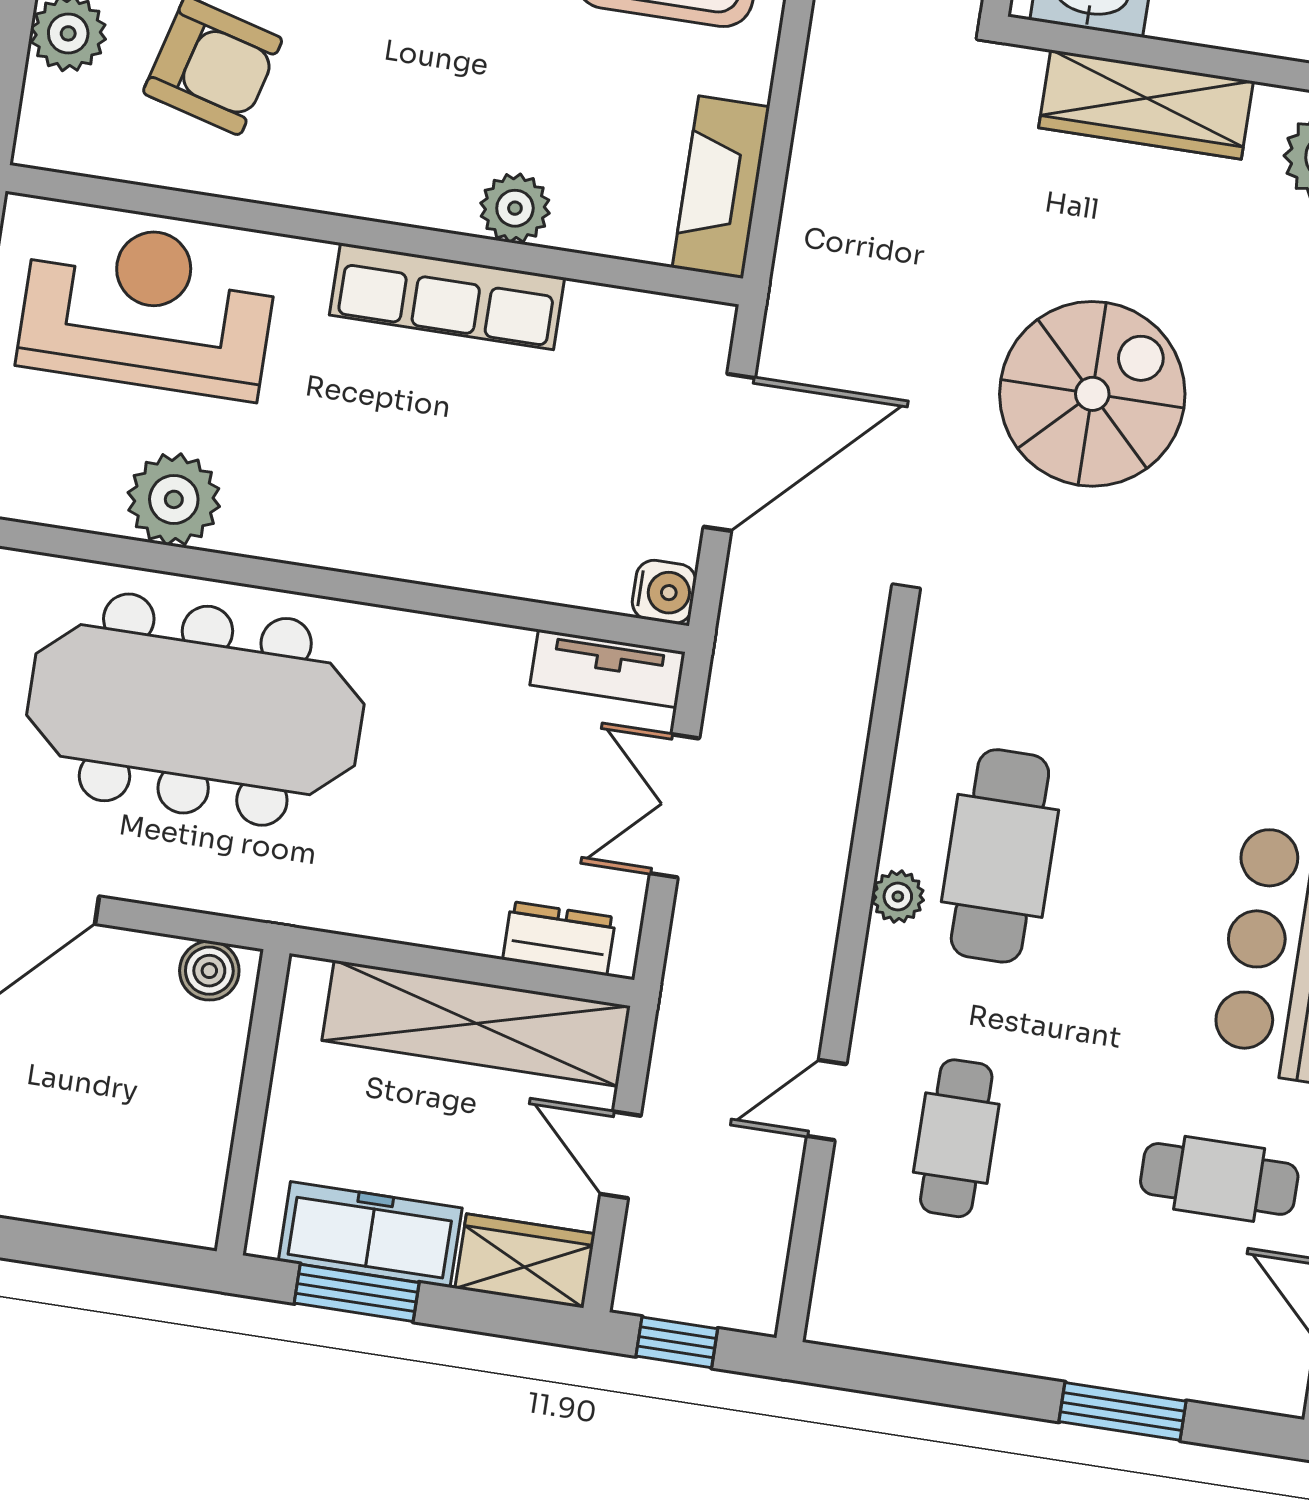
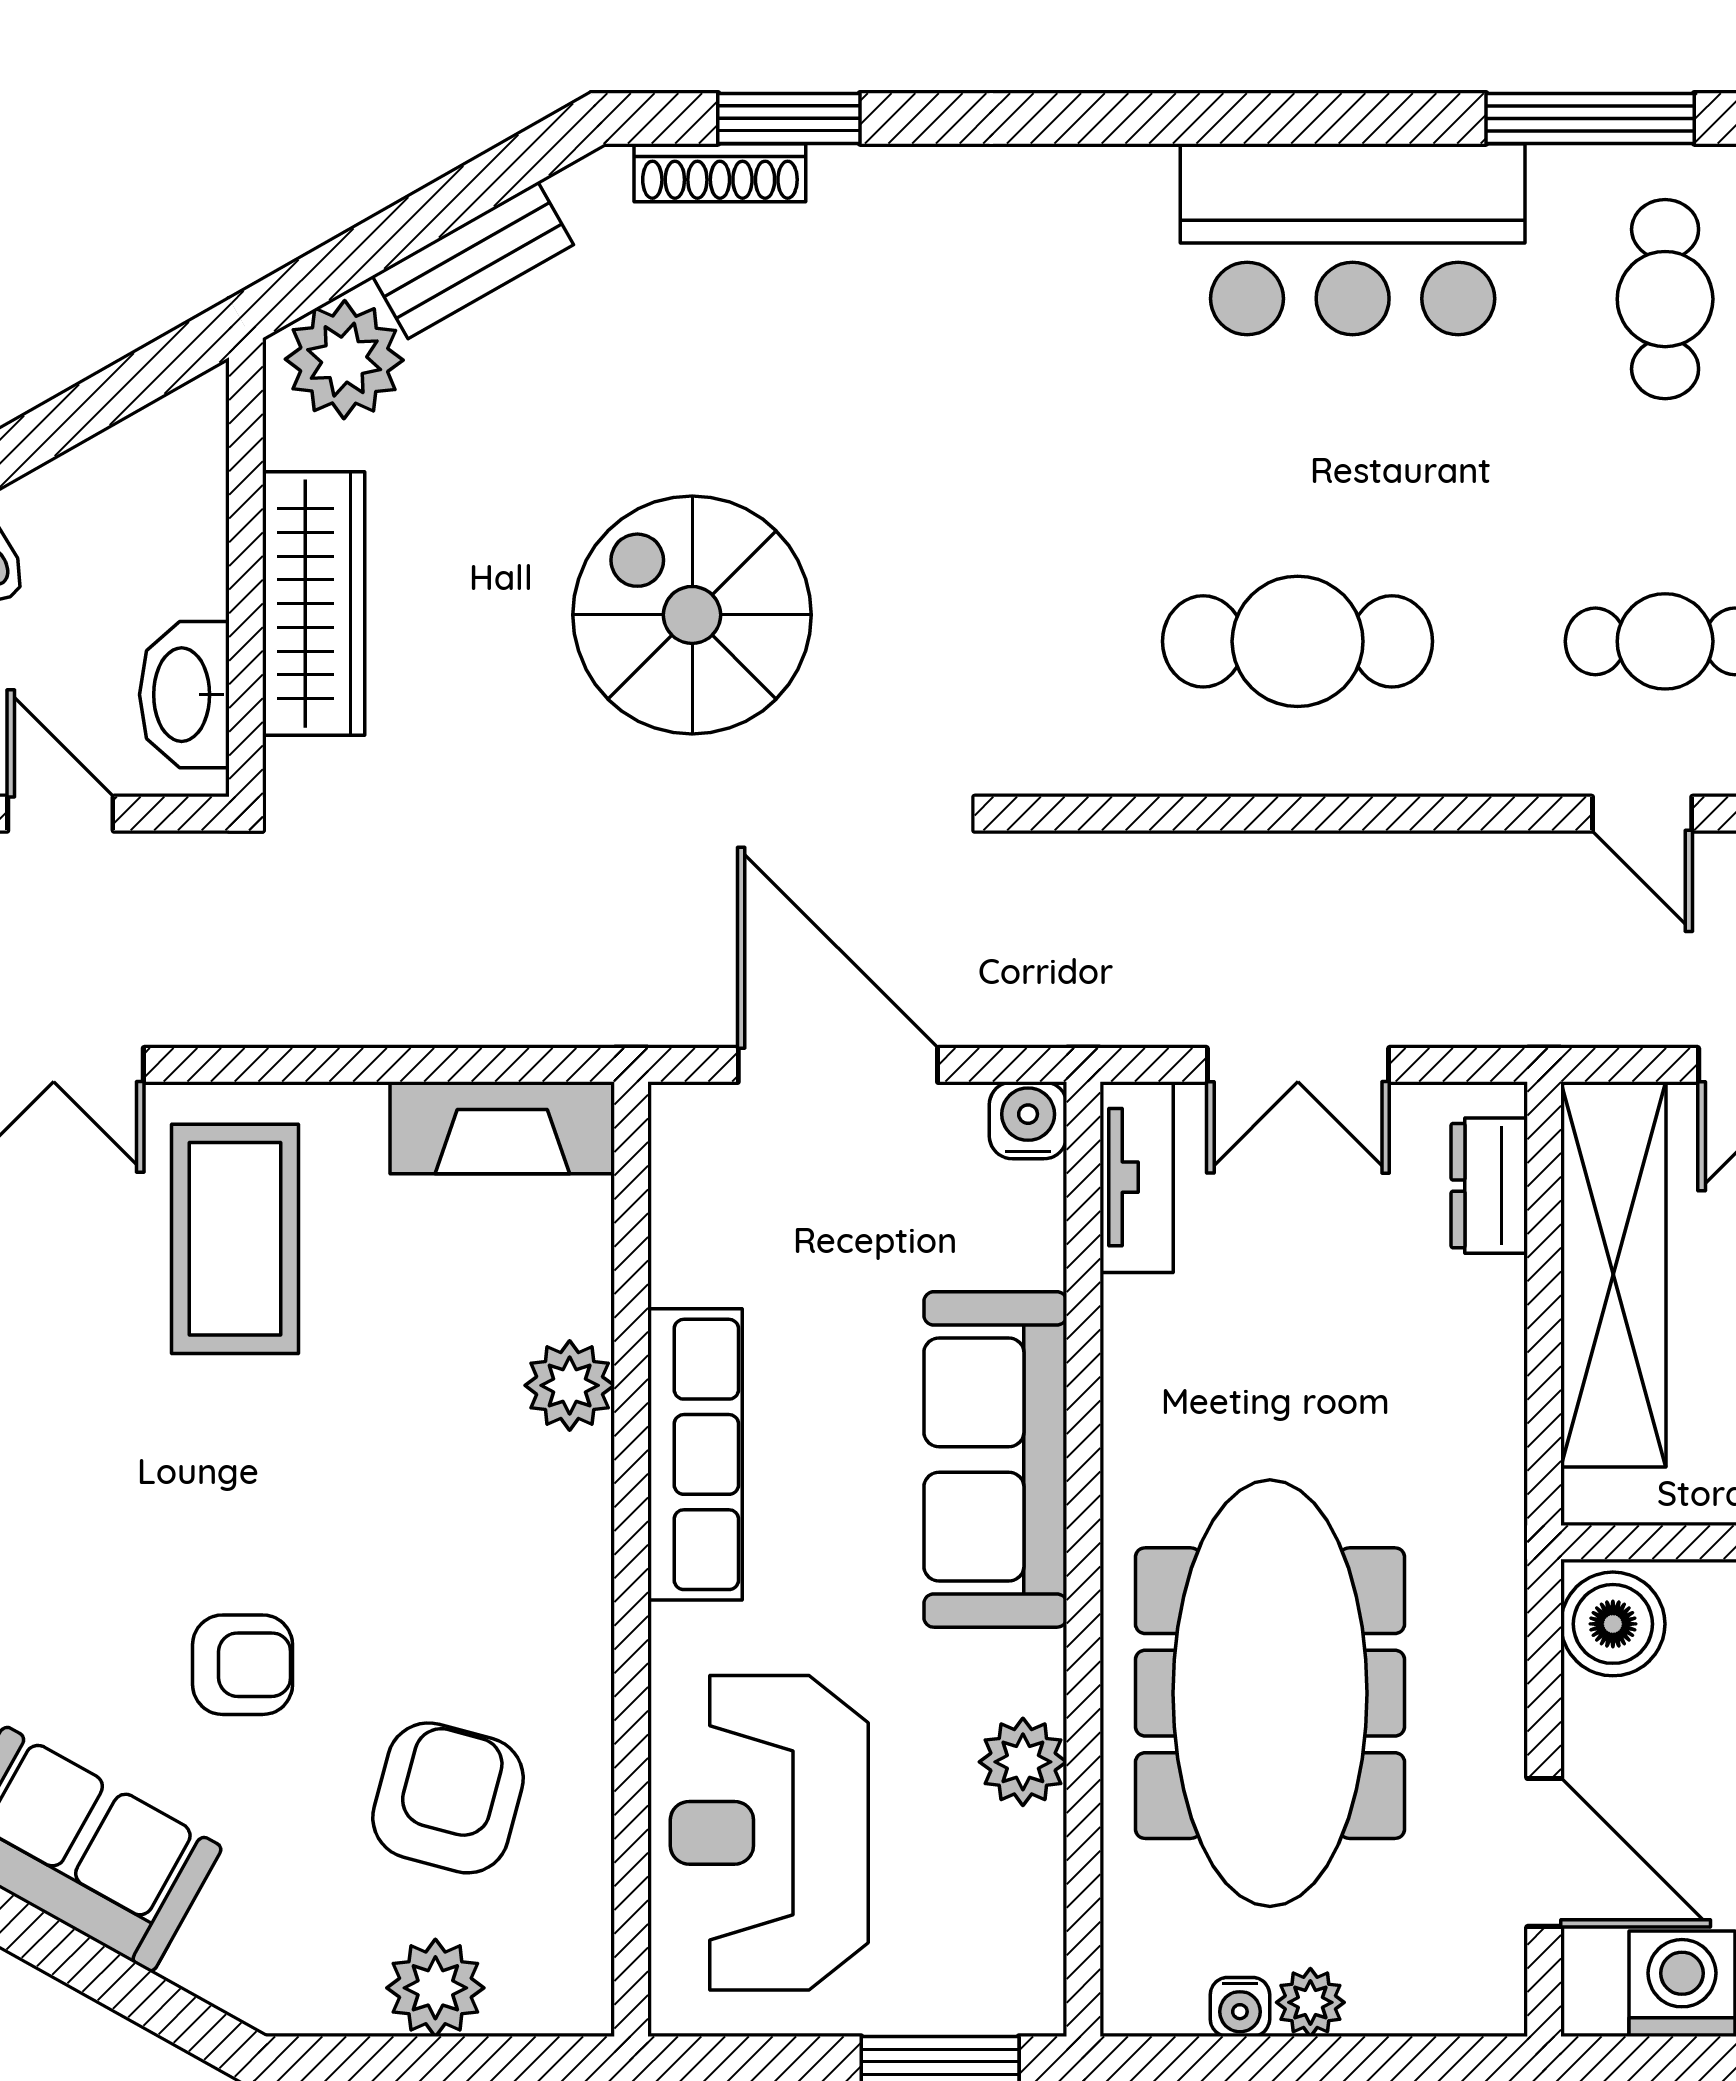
plant: (174, 499) -> (1023, 1762), width x0.73, depth x0.73
sofa: (407, 526) -> (995, 1459), added
plant: (898, 896) -> (1369, 763), removed
boiler: (209, 971) -> (1613, 1624), width x1.36, depth x1.36

